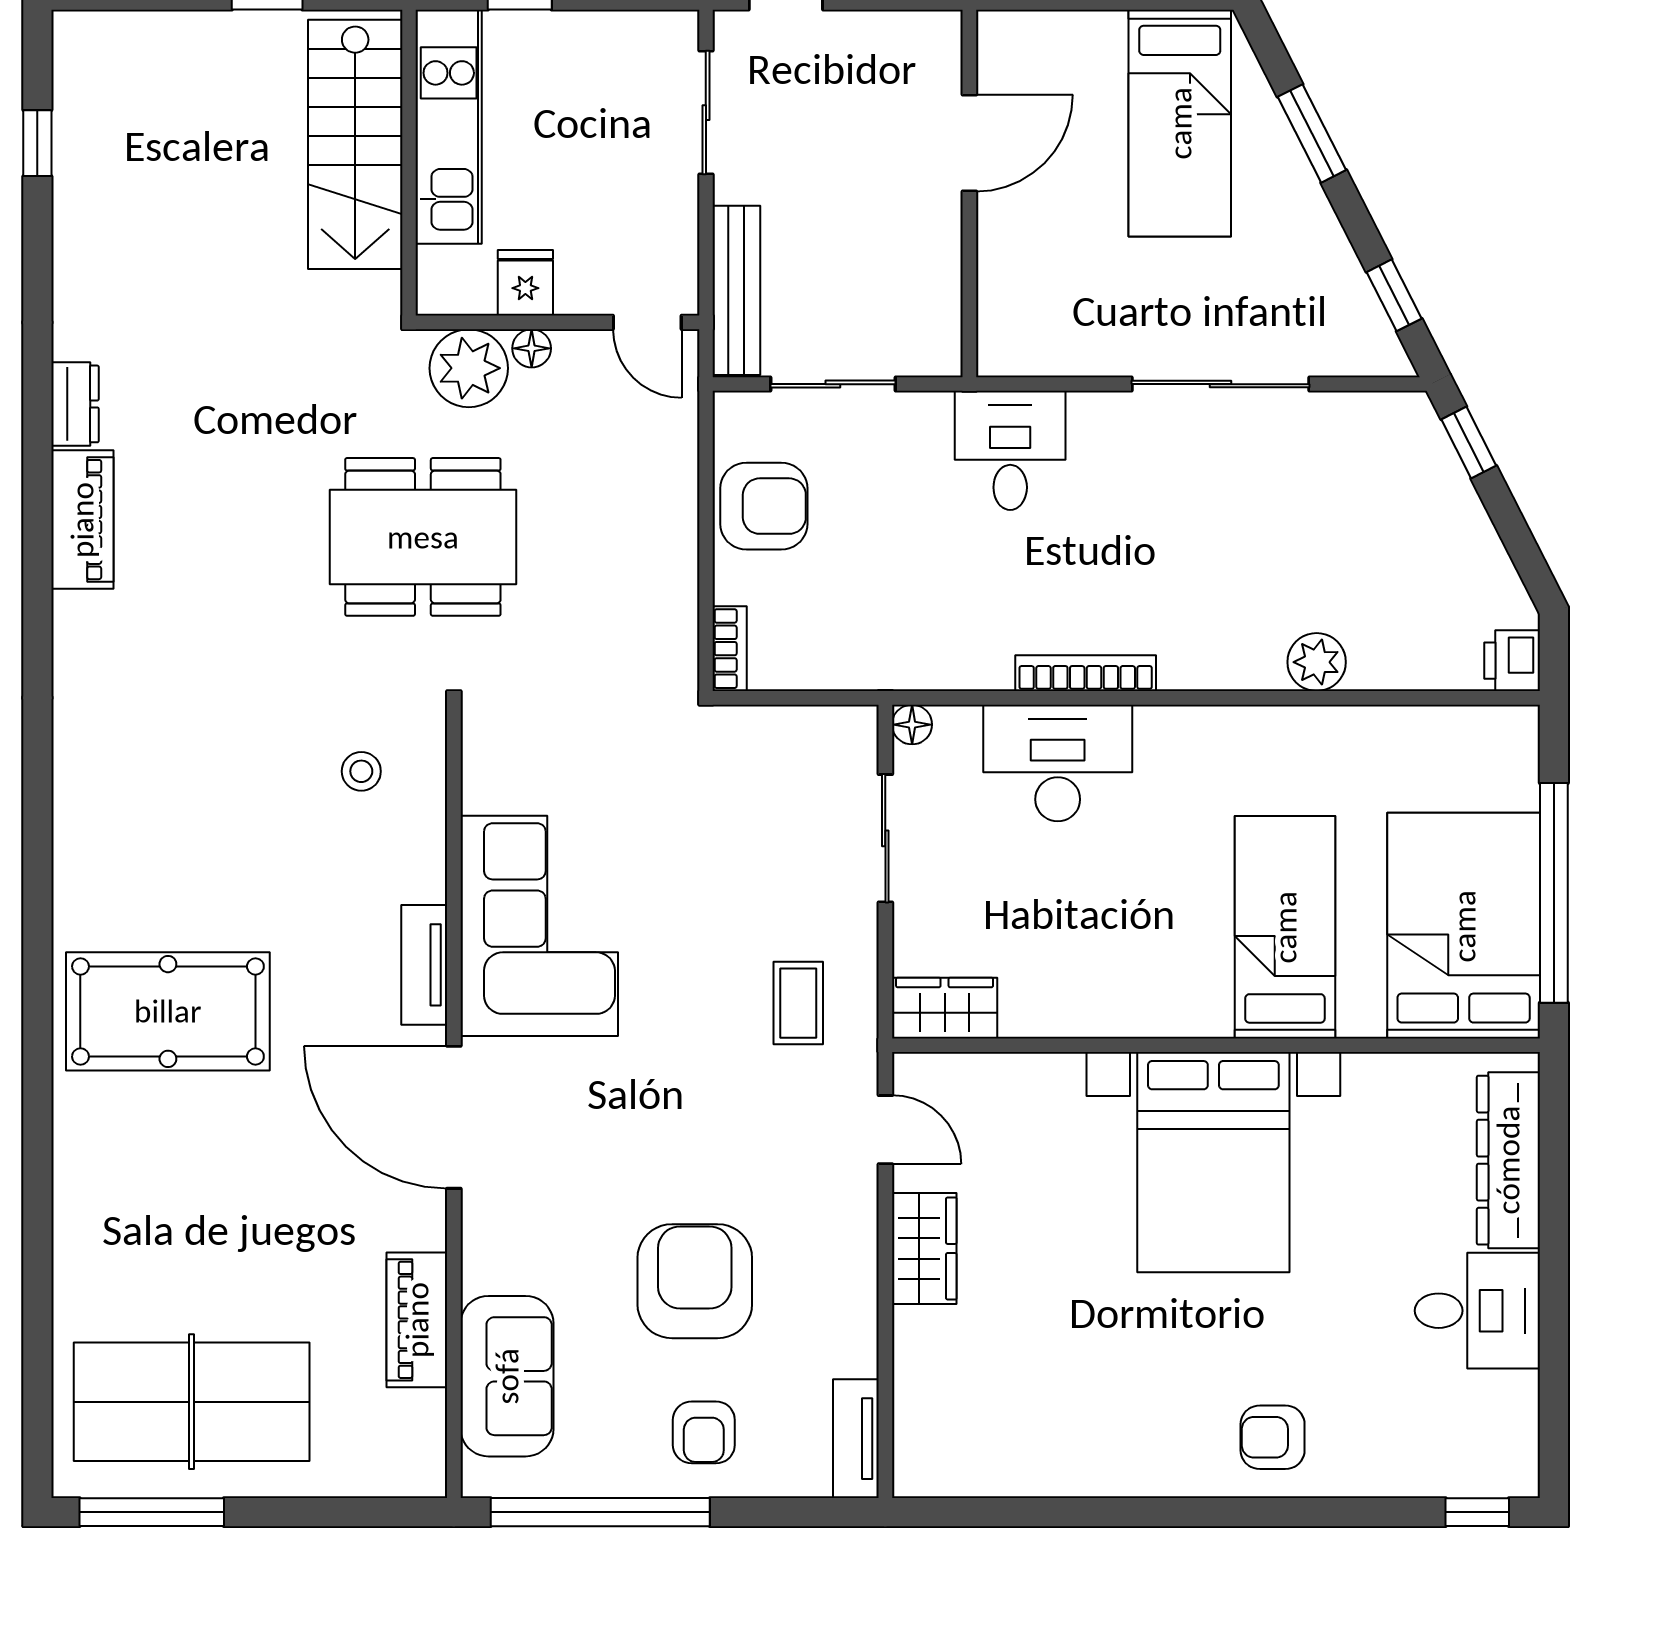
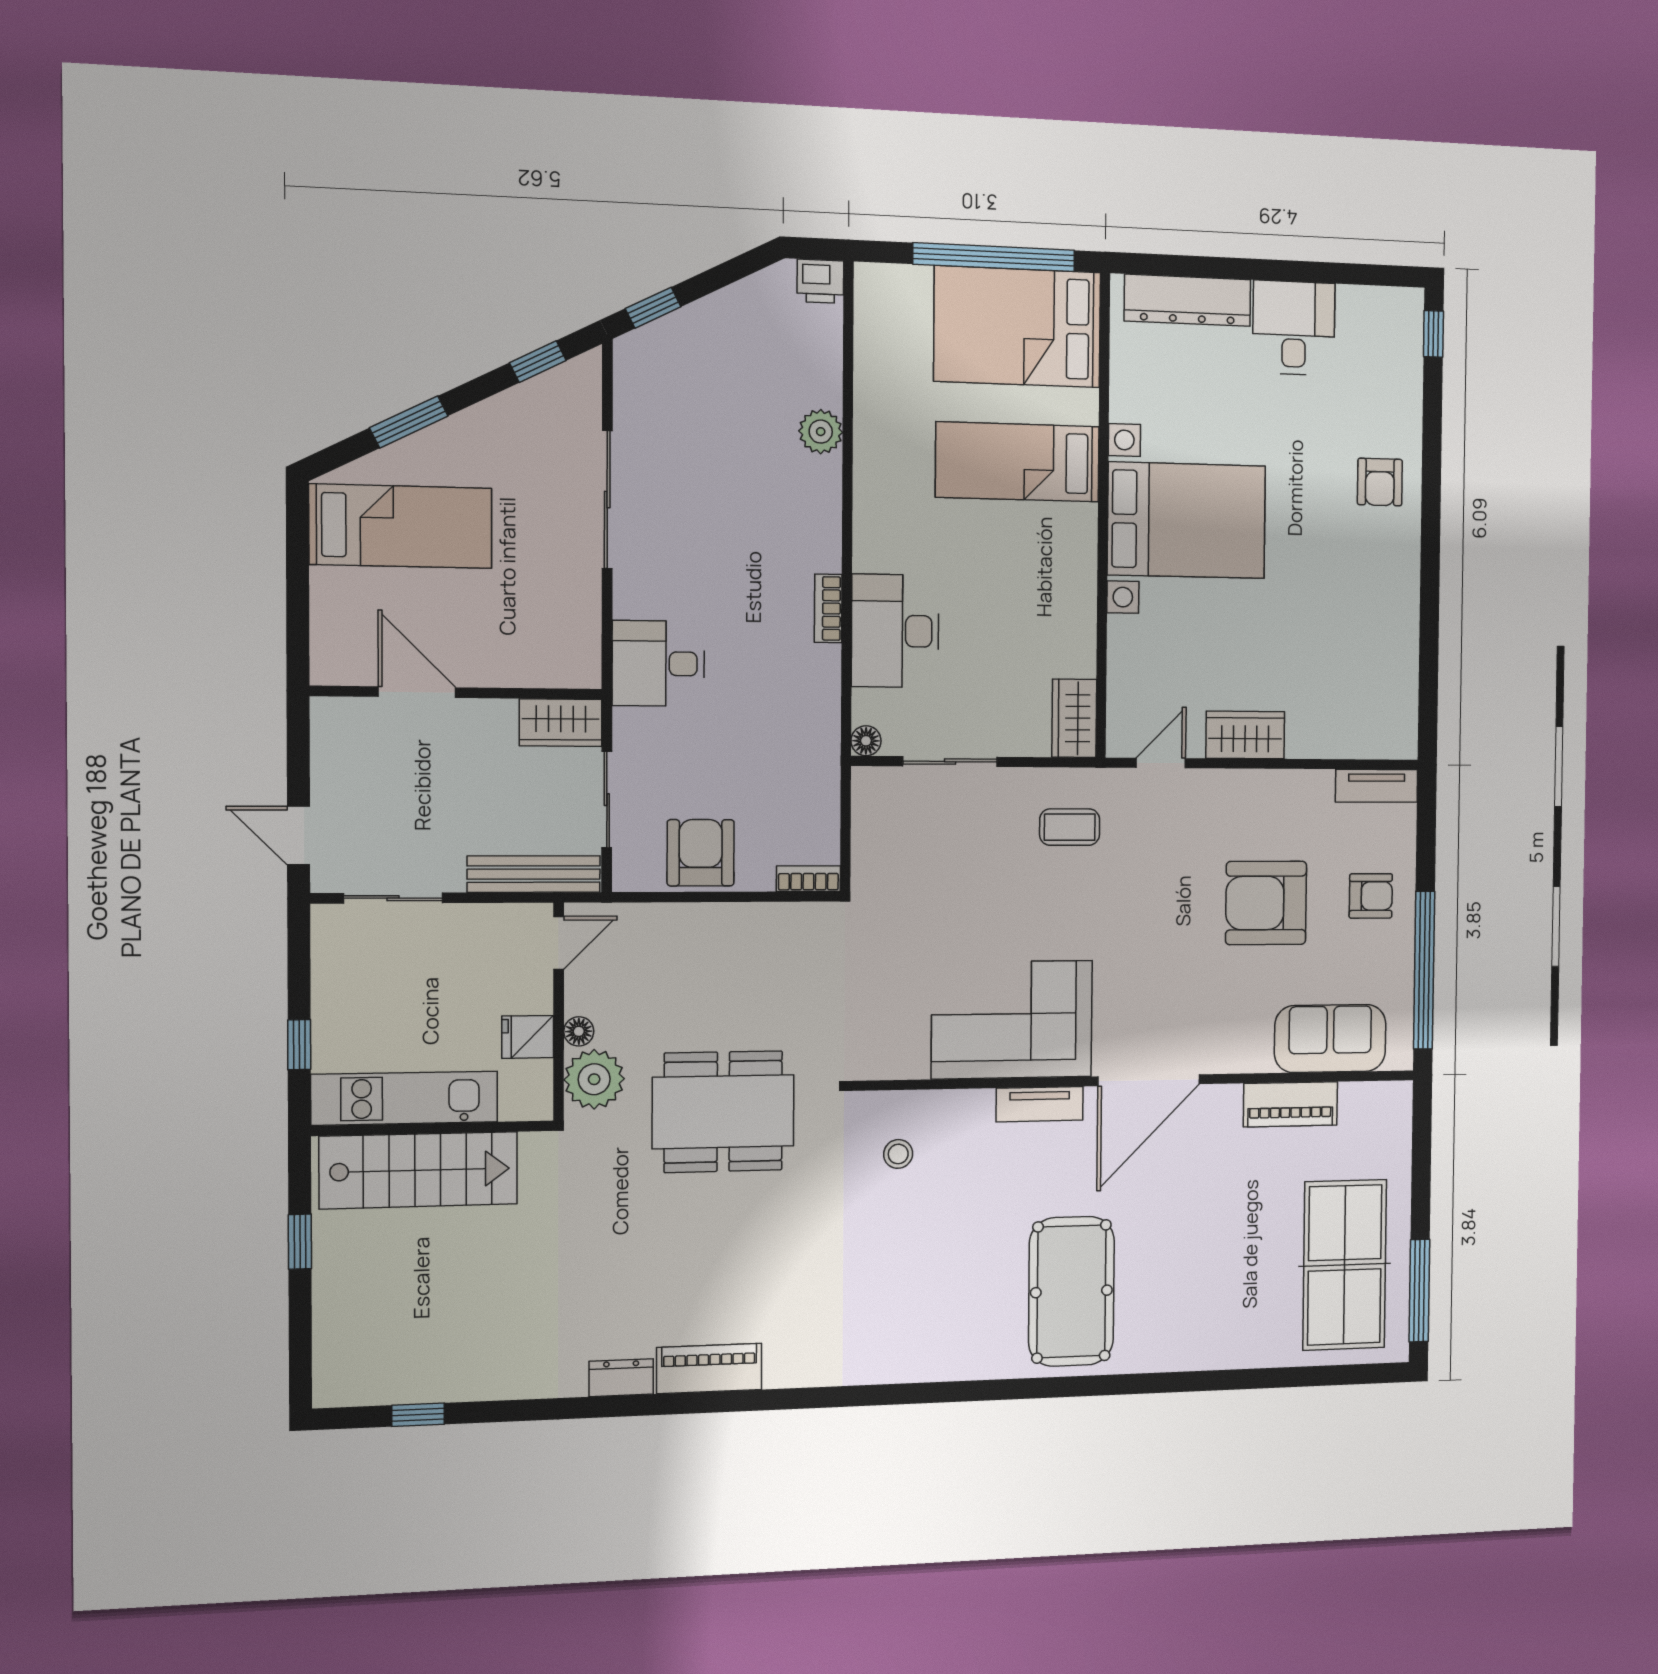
wardrobe: (932, 325) -> (561, 723), added
dining table: (423, 537) -> (723, 1112), turned 90
bookcase: (1086, 673) -> (828, 608), width x0.64

